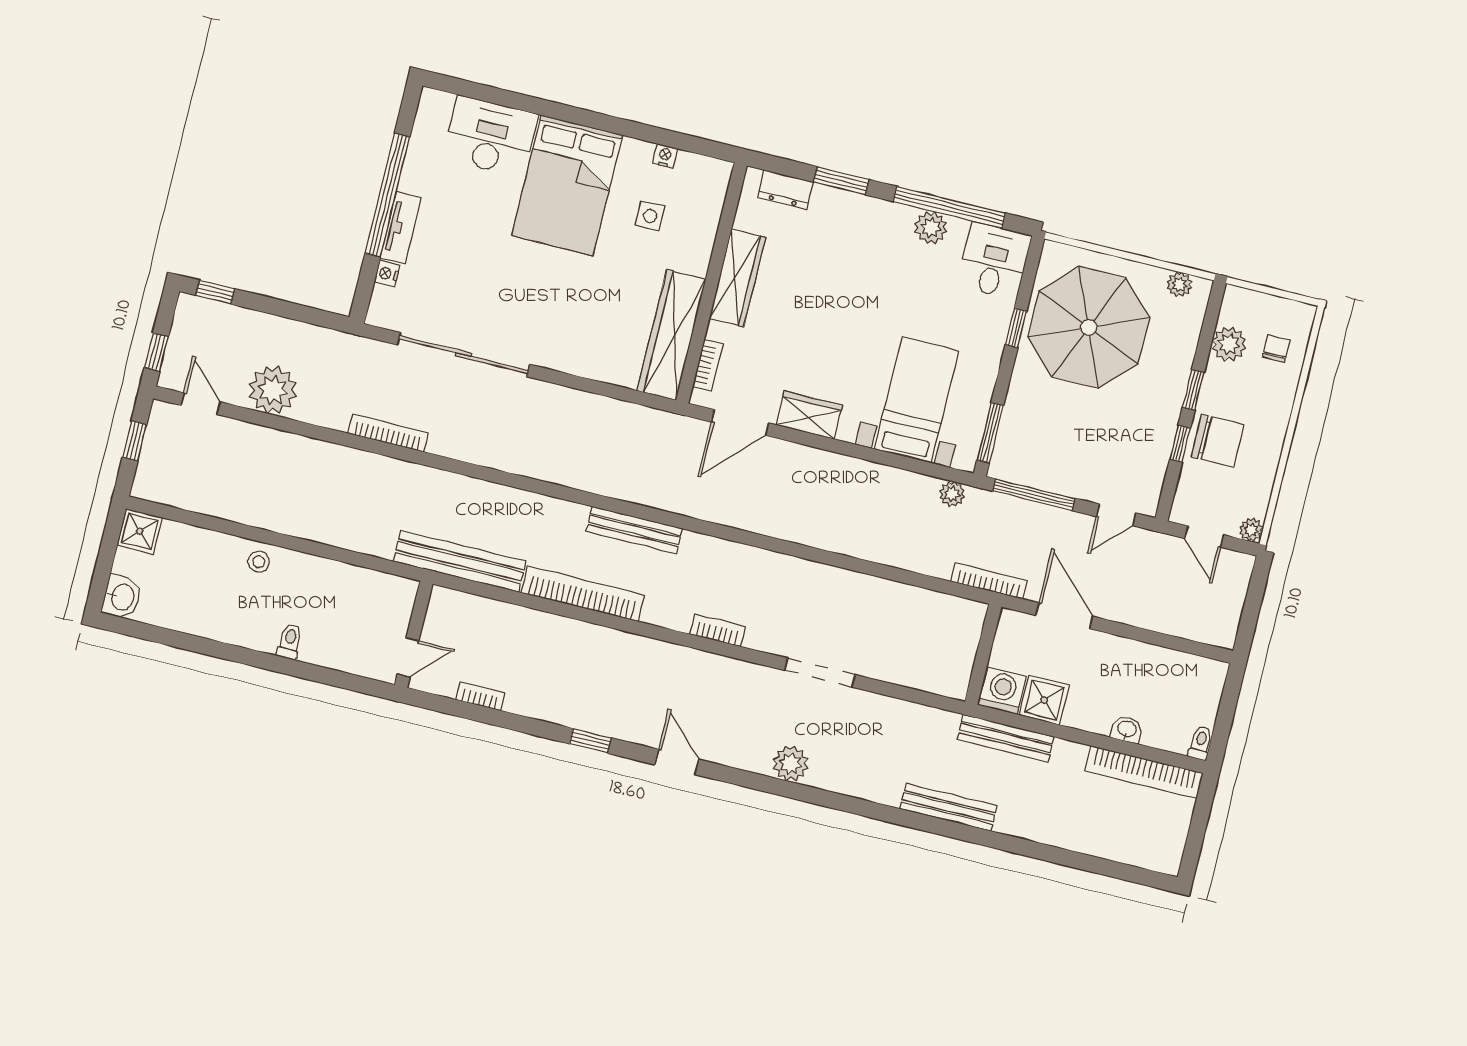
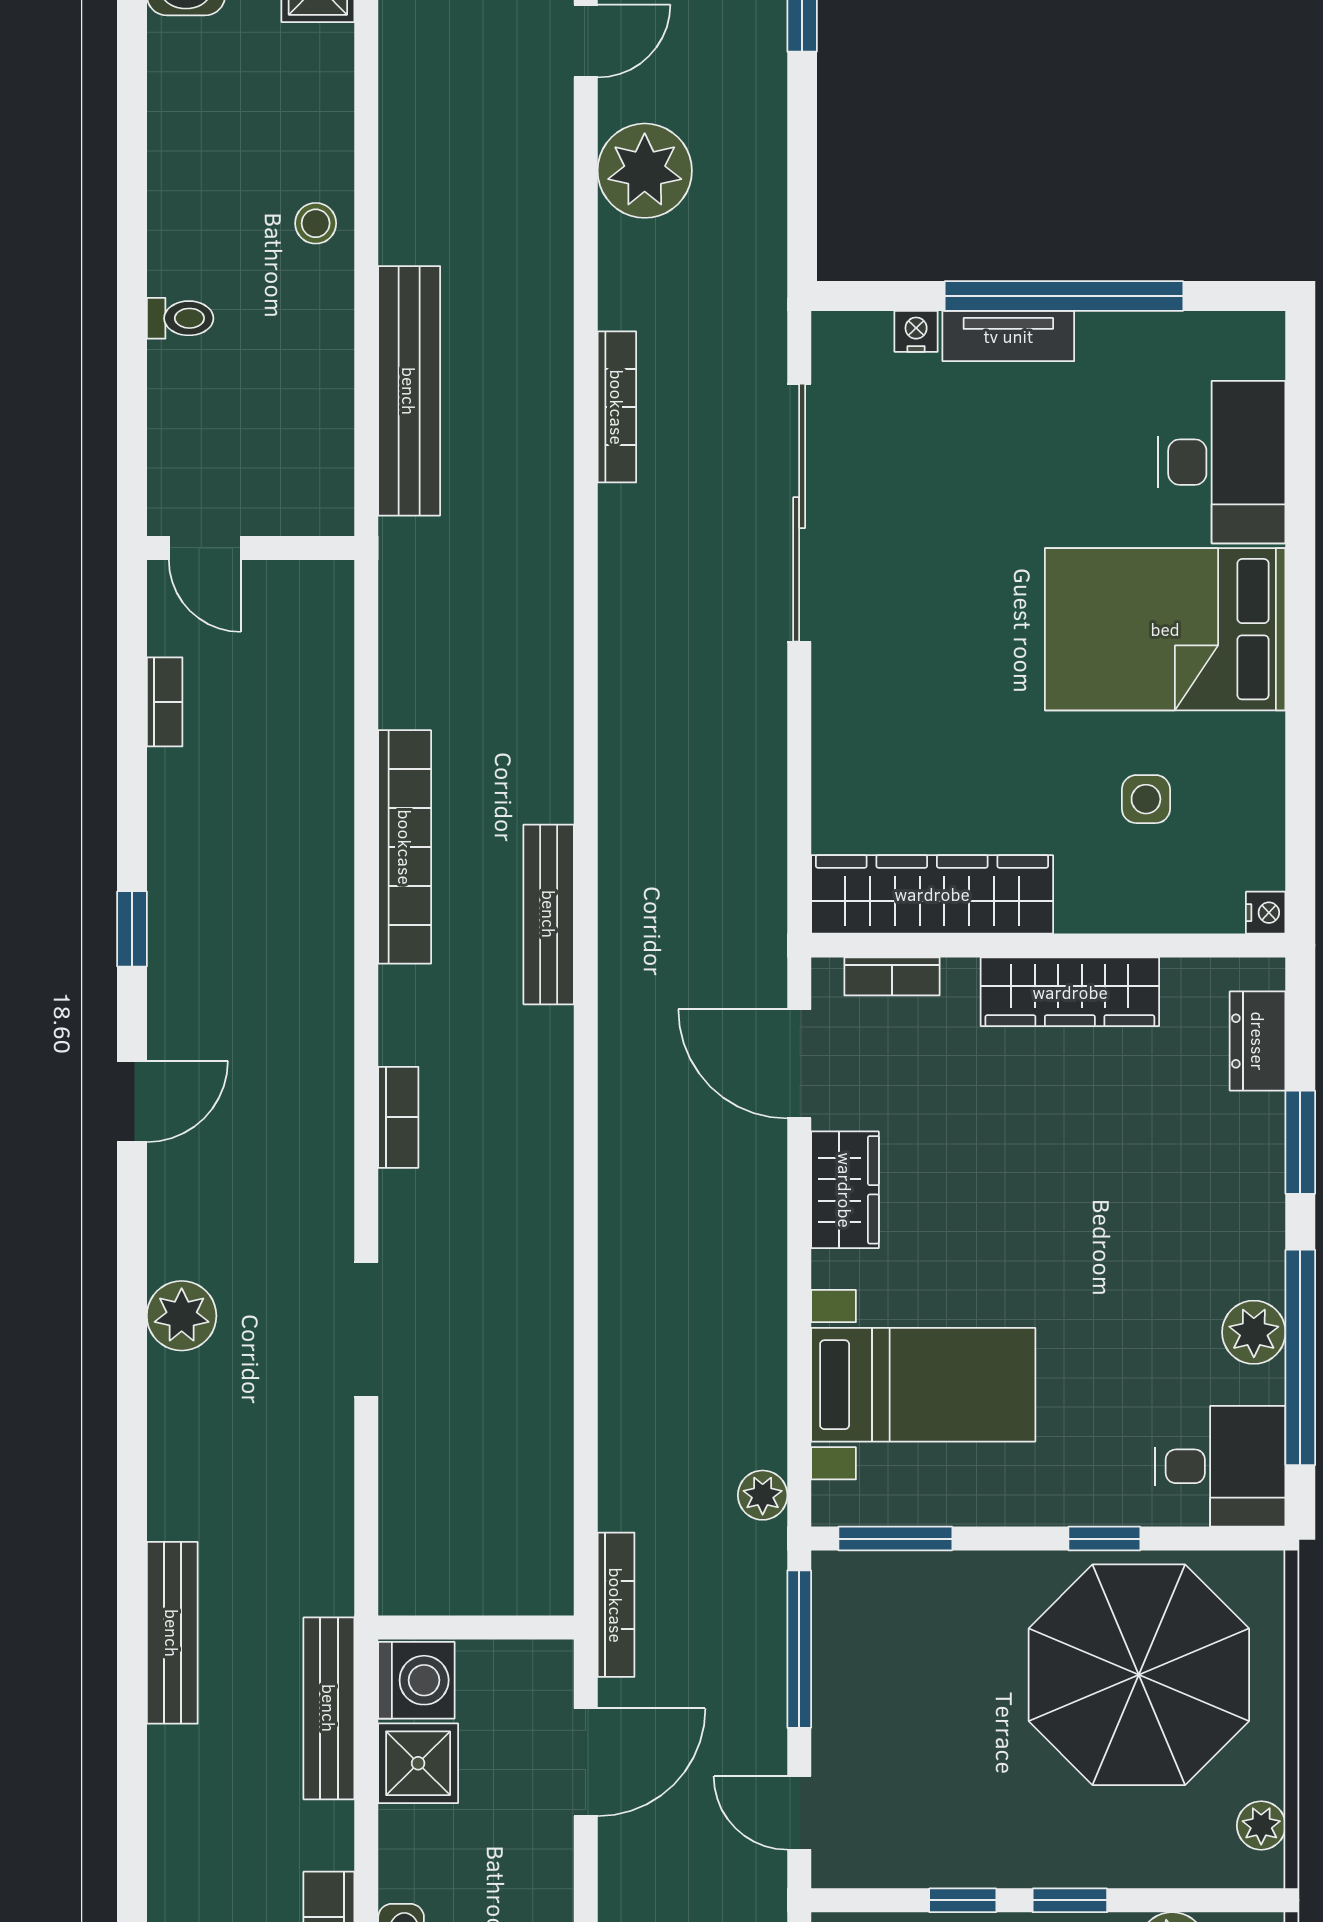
nightstand: (665, 156) -> (1266, 913), moved
bench: (460, 561) -> (409, 391), moved

